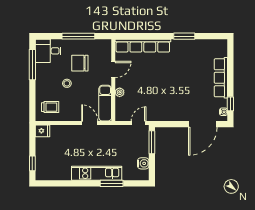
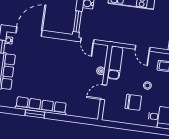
window: (78, 36) -> (131, 127), removed
row of seats: (143, 46) -> (41, 106), moved
door: (90, 123) -> (143, 48), moved
door: (139, 123) -> (87, 41), hinge flipped

